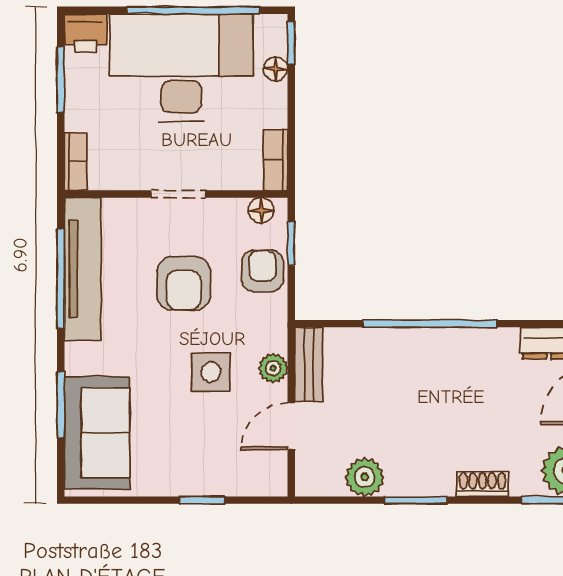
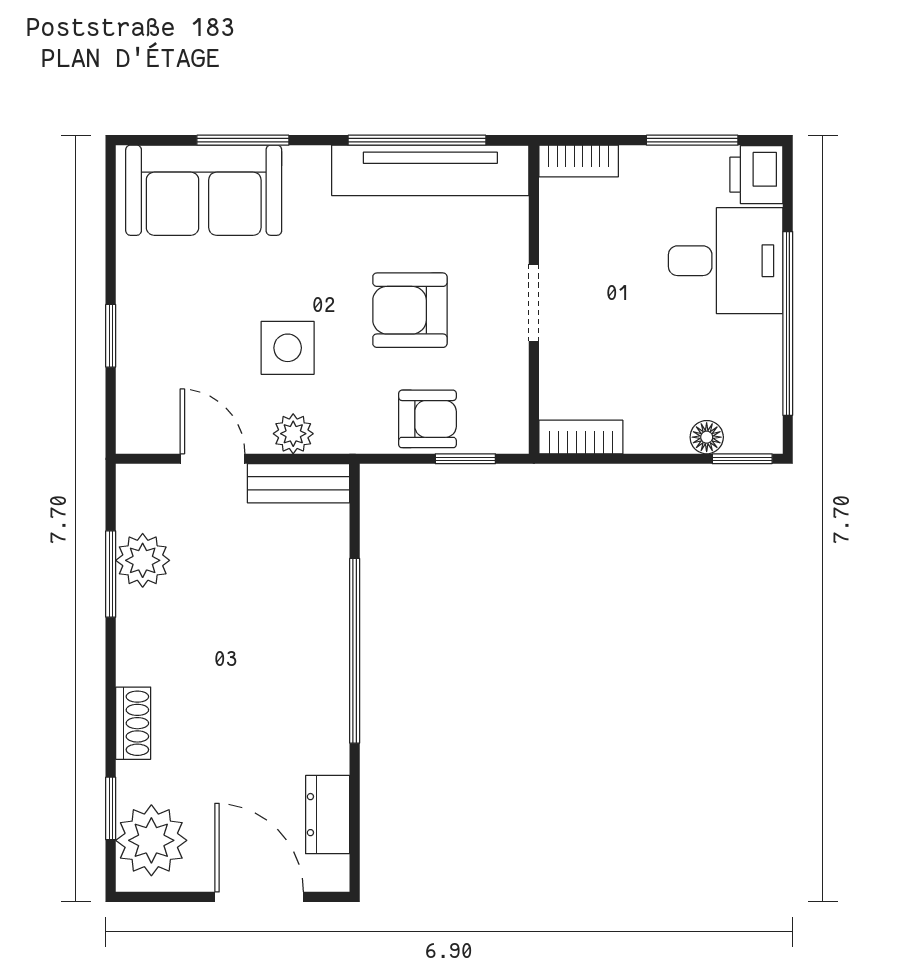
desk: (181, 68) -> (726, 261), width x0.53, depth x0.77
floor lamp: (261, 210) -> (511, 417), removed
window: (416, 500) -> (111, 574), moved

